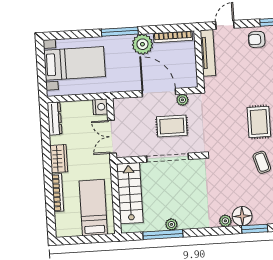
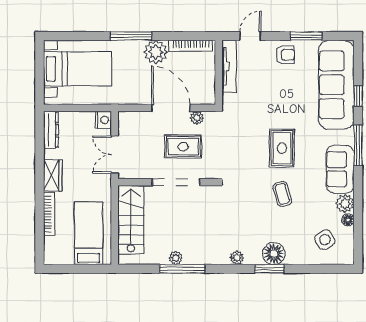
armchair: (257, 39) -> (285, 55), turned 180
floor lamp: (242, 216) -> (274, 254), moved
window: (163, 235) -> (182, 269), moved

